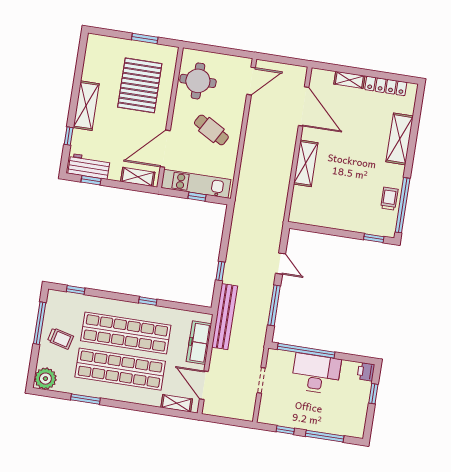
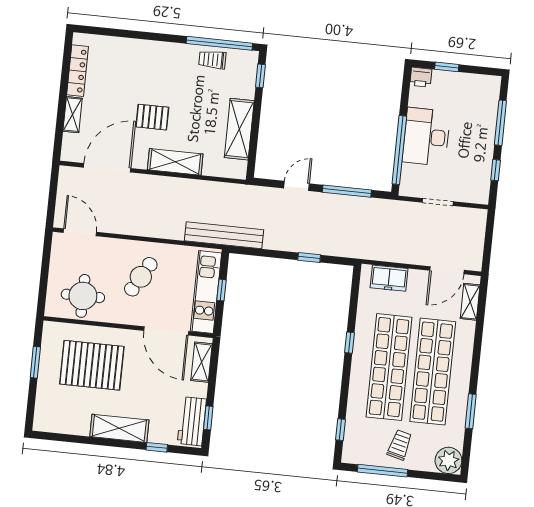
shelving: (400, 139) -> (239, 129), moved, turned 90
pallet: (344, 146) -> (152, 117), added
bench: (225, 317) -> (224, 235), moved
freezer: (199, 343) -> (389, 278), width x0.71

